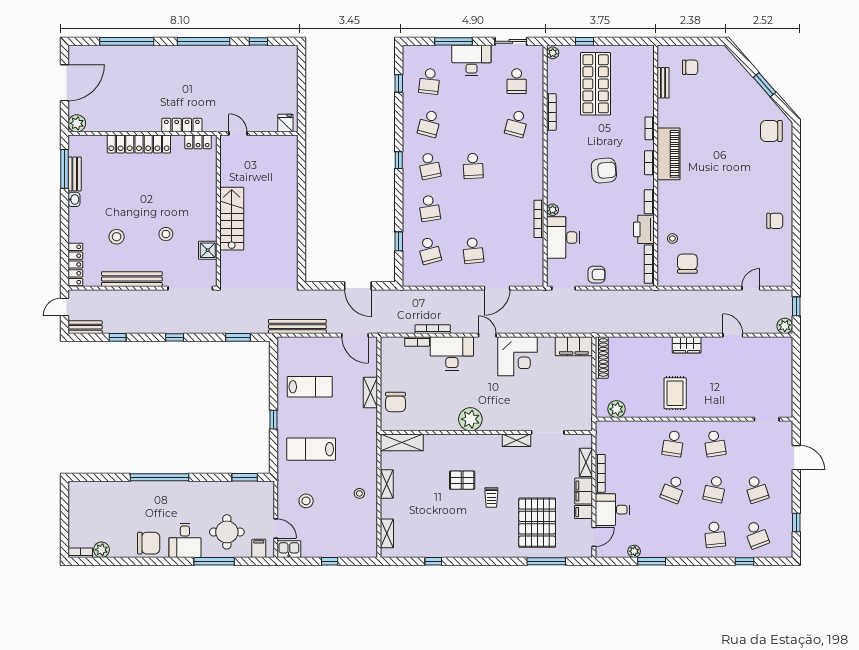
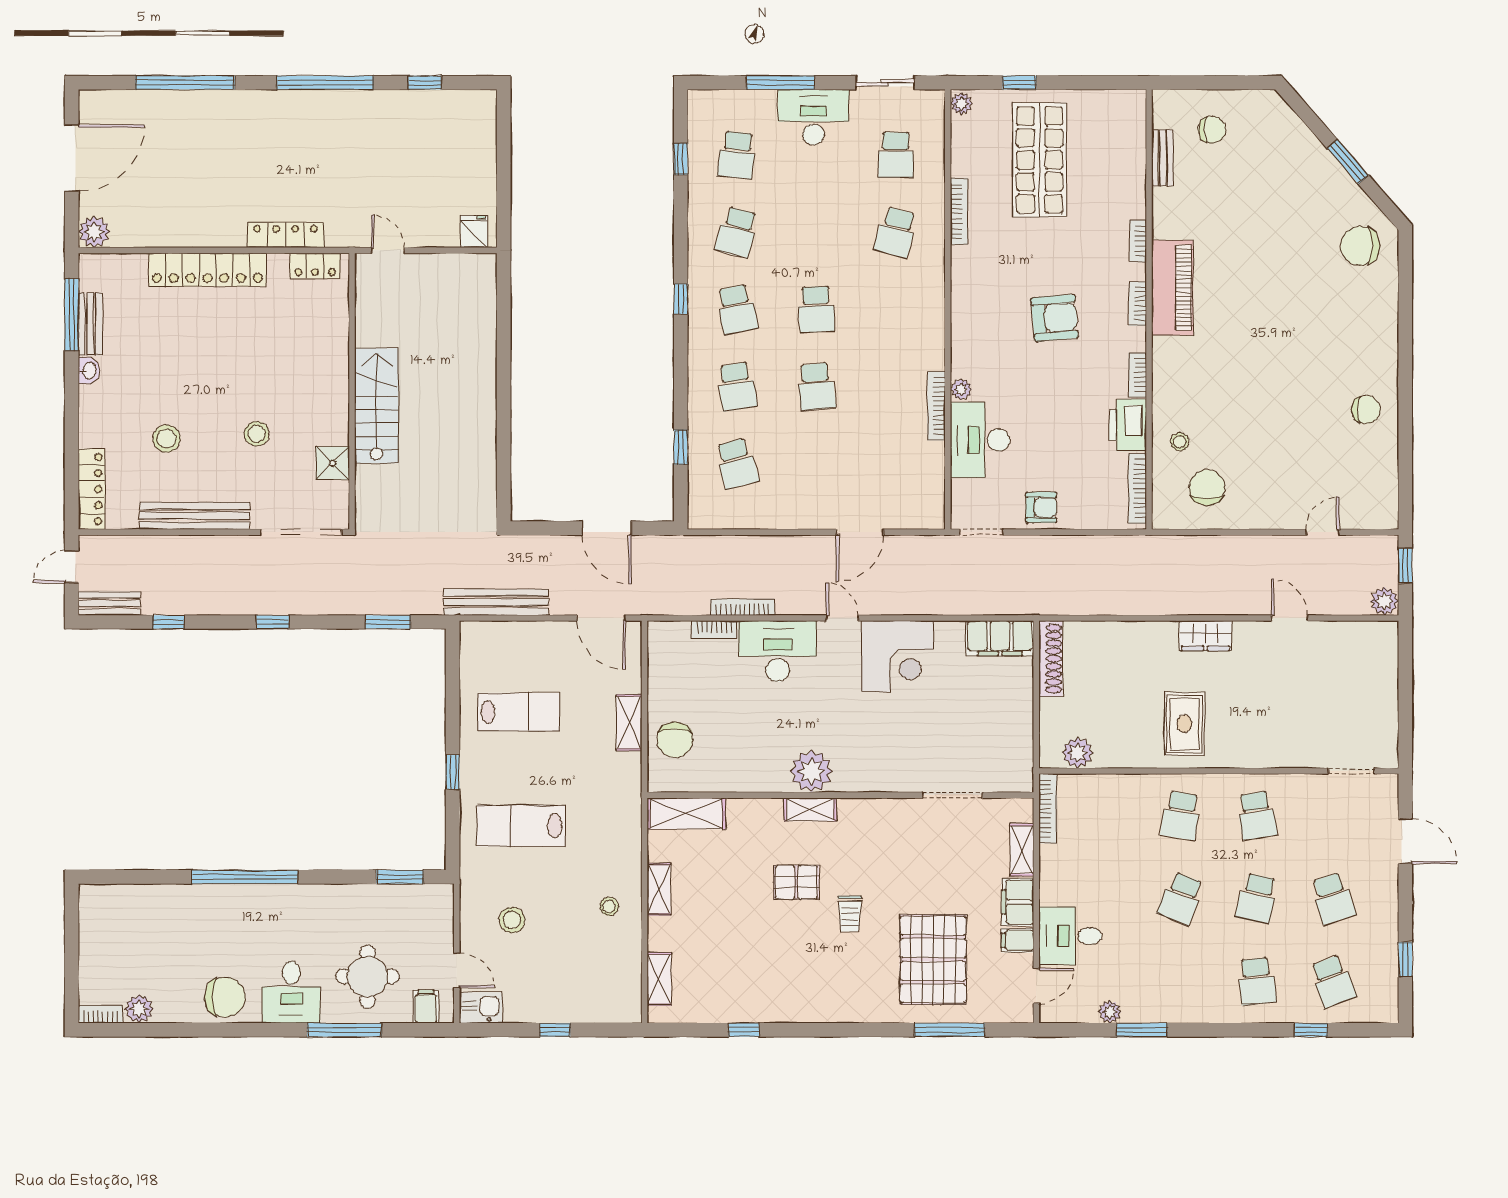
school desk: (473, 251) -> (816, 387), moved
shelving: (517, 440) -> (810, 809), moved
bookcase: (600, 473) -> (1048, 808), moved

